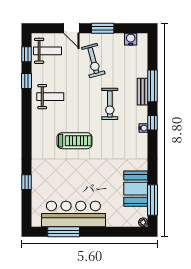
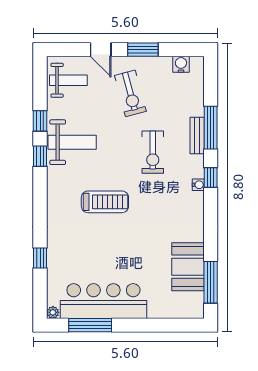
window: (27, 54) -> (40, 156), moved
weight bench: (50, 97) -> (72, 142), width x1.36, depth x1.33
plant: (143, 222) -> (53, 312), moved

